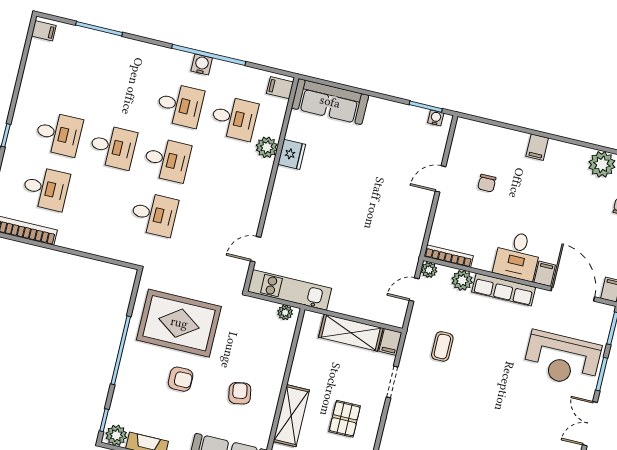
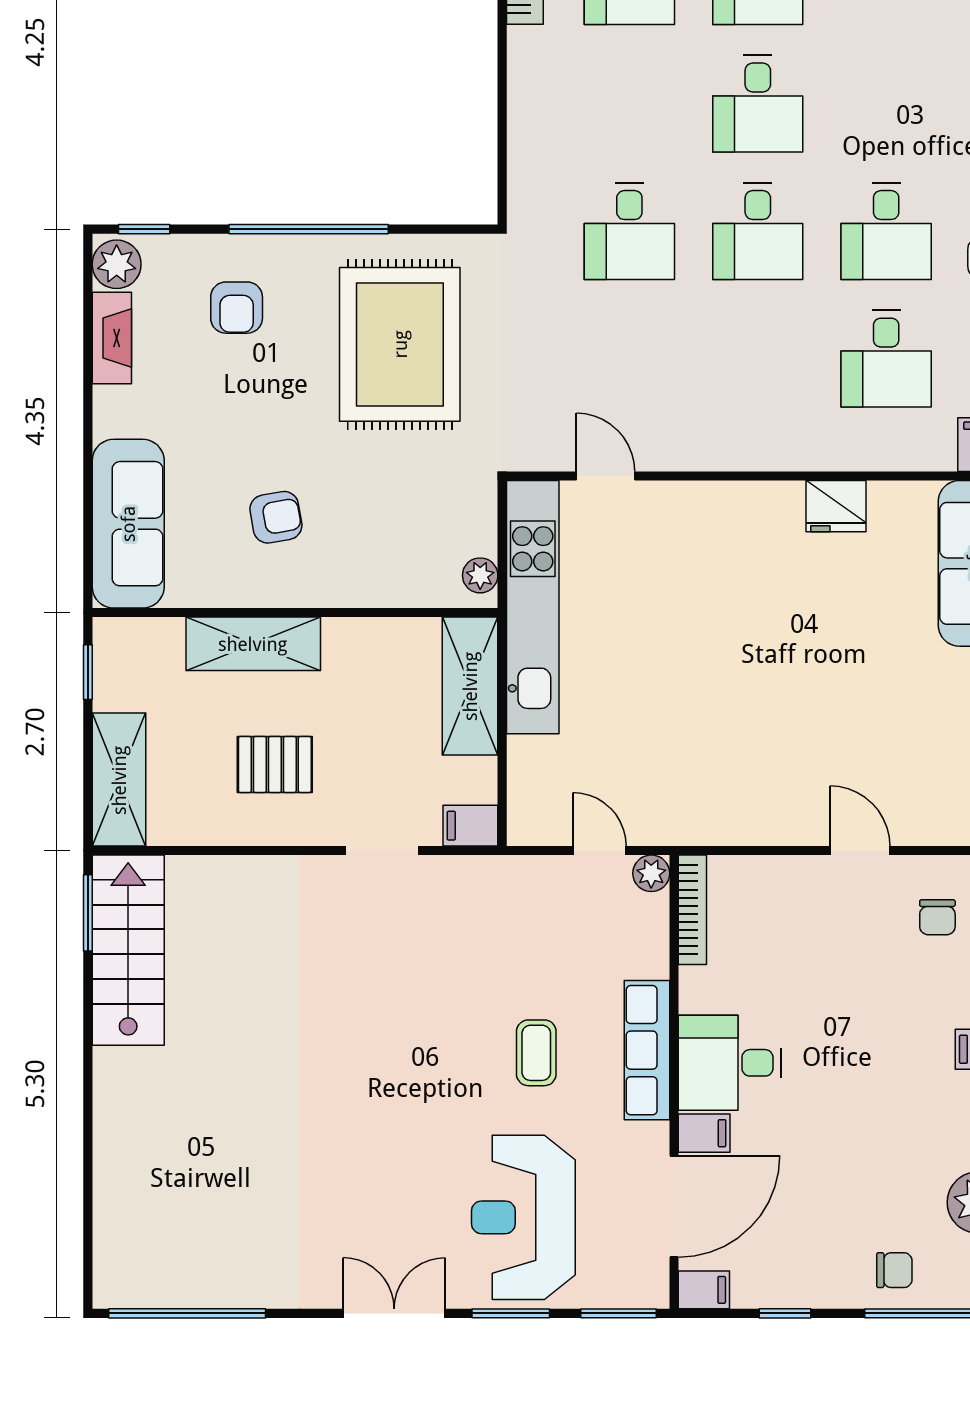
plant: (267, 147) -> (838, 447), removed
chair: (487, 183) -> (937, 917), moved, turned -90
plant: (462, 280) -> (646, 953), removed
kitchen unit: (290, 290) -> (533, 607), width x1.36
shelving: (351, 333) -> (470, 686), moved
coffee table: (442, 346) -> (536, 1053), moved, turned 90
armchair: (181, 379) -> (237, 308), moved

